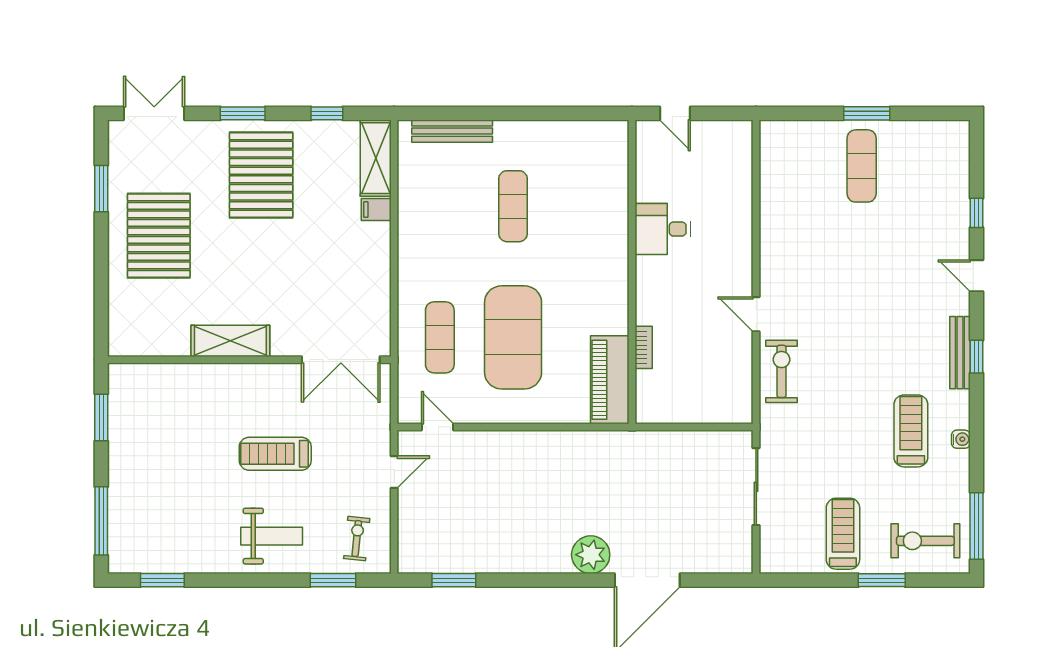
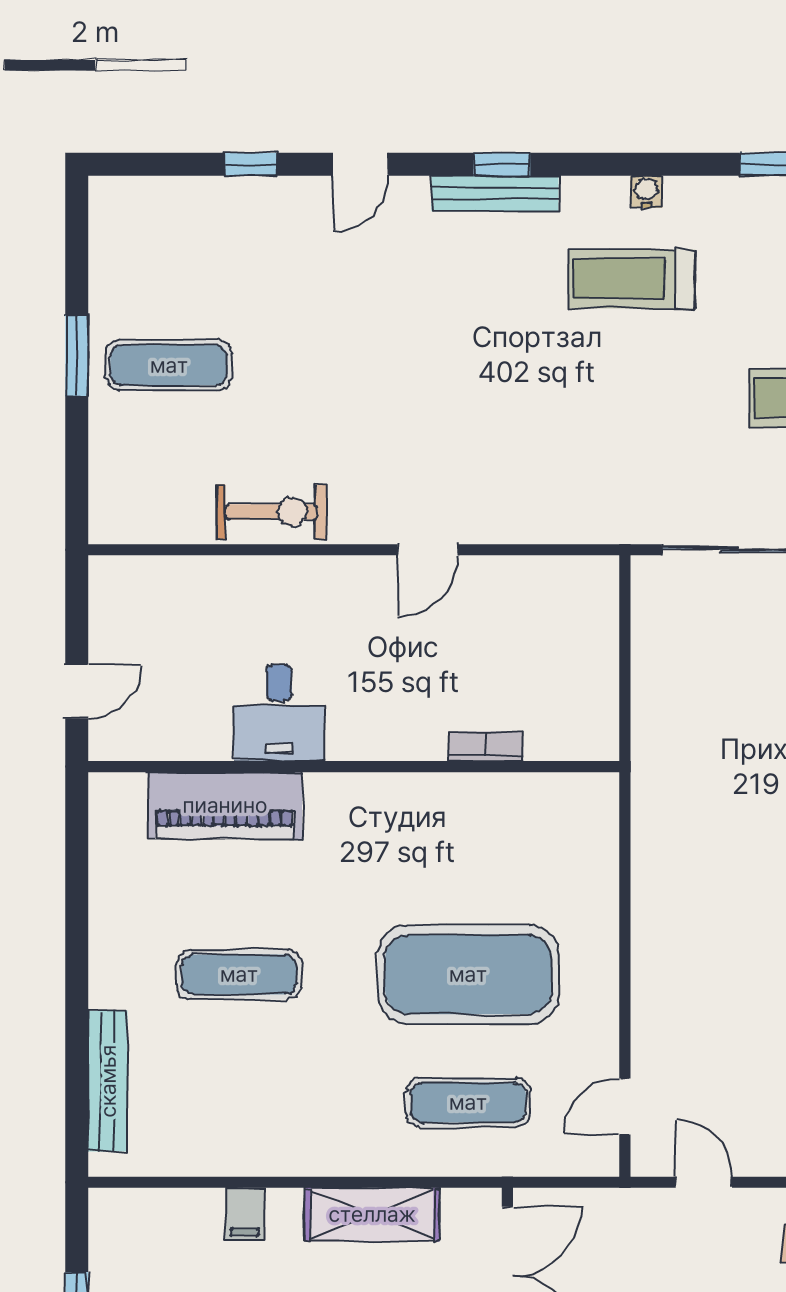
shelving: (376, 158) -> (372, 1214), moved
exercise bike: (781, 371) -> (271, 512), moved, turned 180
piano: (610, 380) -> (225, 805), moved

